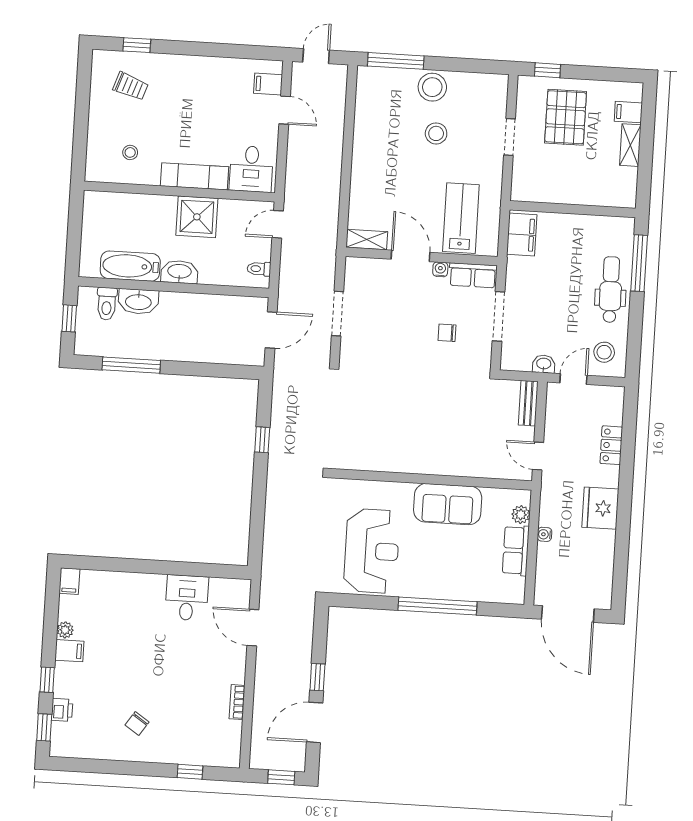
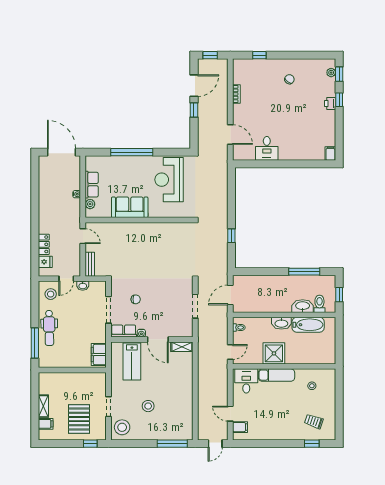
stool: (432, 87) -> (122, 427), moved
fridge: (600, 508) -> (45, 262), moved, width x0.53, depth x0.75
plant: (65, 630) -> (331, 73), moved
filing cabinet: (69, 651) -> (328, 116), removed
printer: (62, 710) -> (330, 104), moved

